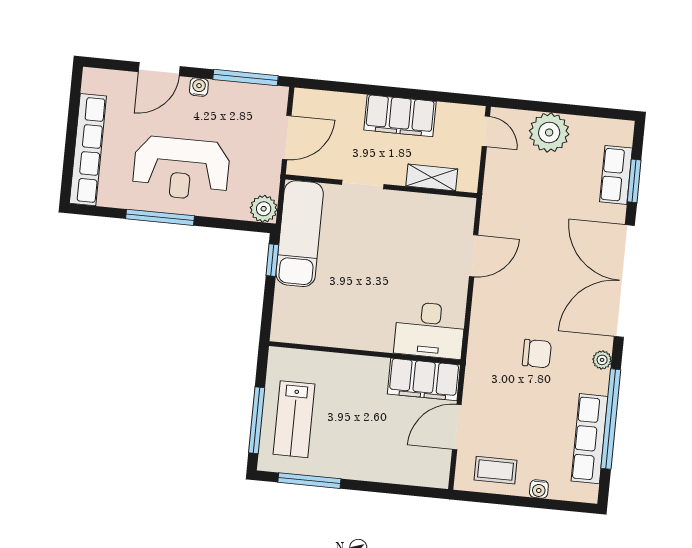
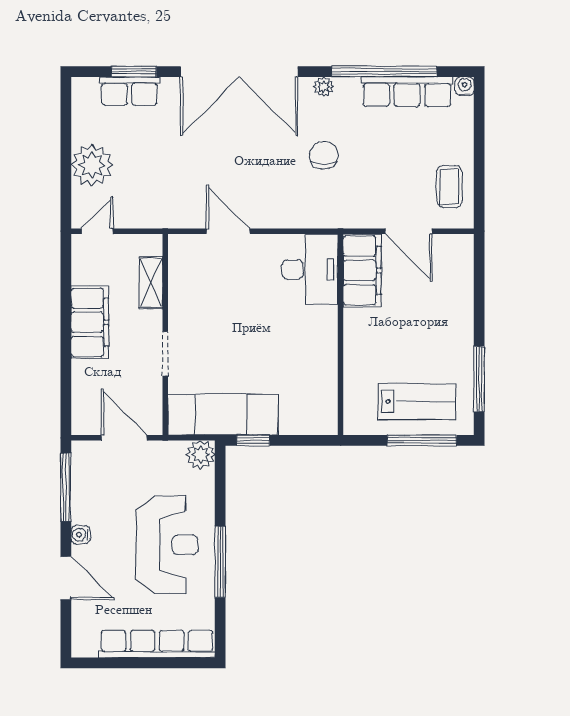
water cooler: (539, 489) -> (465, 86), moved, turned -90

